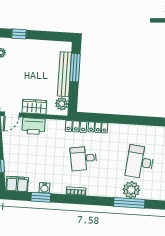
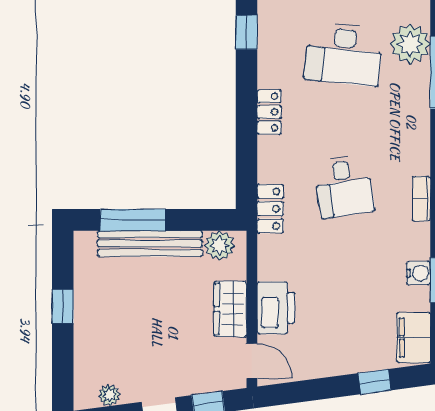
window: (19, 34) -> (63, 306), moved
window: (152, 121) -> (247, 32), added
locker: (98, 127) -> (269, 112), moved
plant: (131, 190) -> (410, 44), moved

